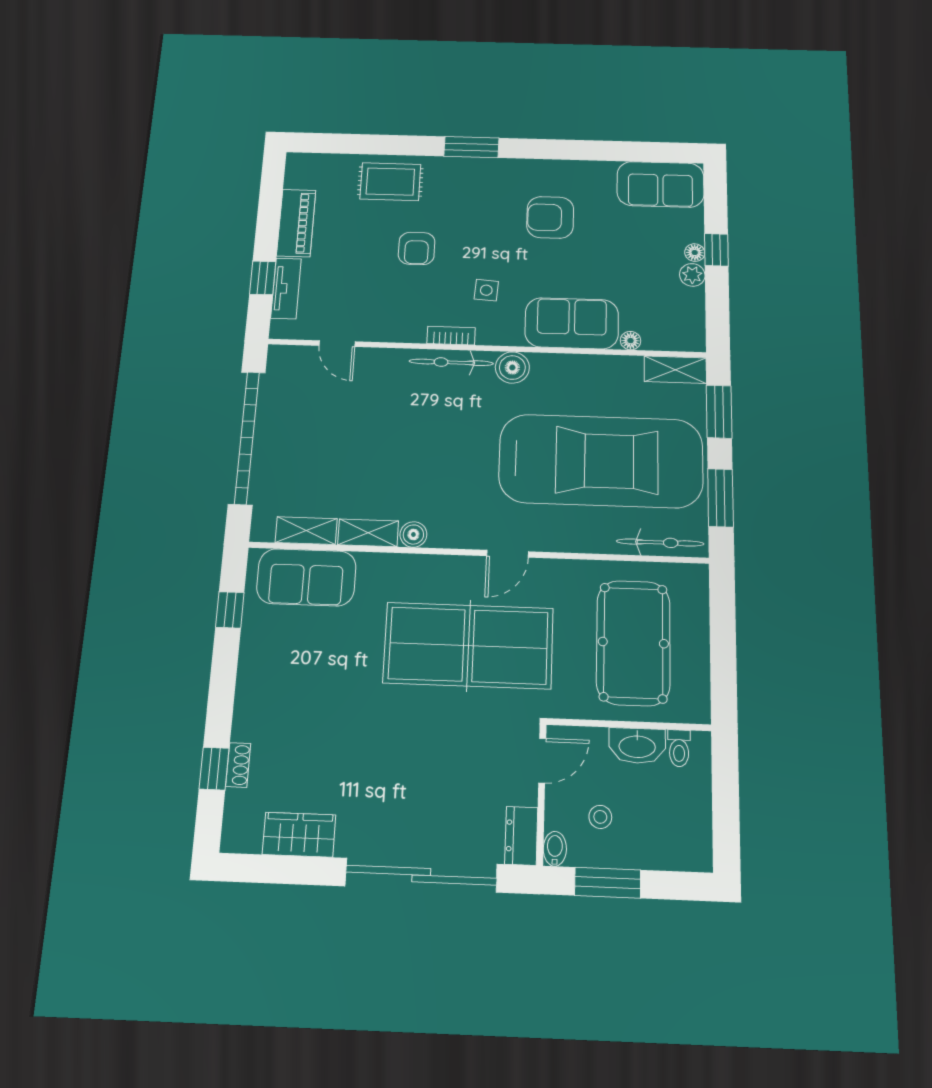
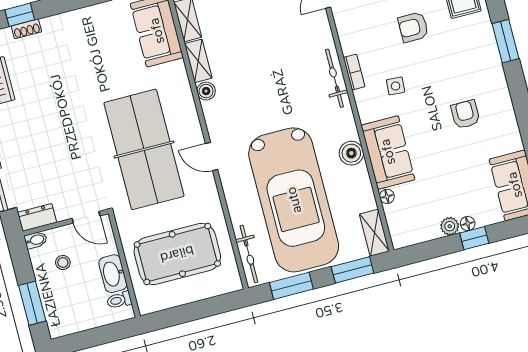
armchair: (550, 217) -> (465, 114), width x0.72, depth x0.72
boiler: (512, 368) -> (351, 153), moved
window: (608, 883) -> (32, 303), moved

